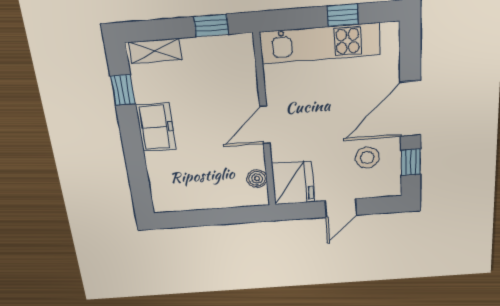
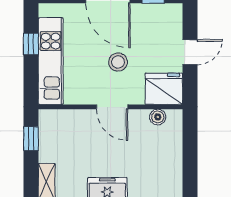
stool: (367, 158) -> (118, 62), moved
door: (341, 208) -> (190, 52), hinge flipped

